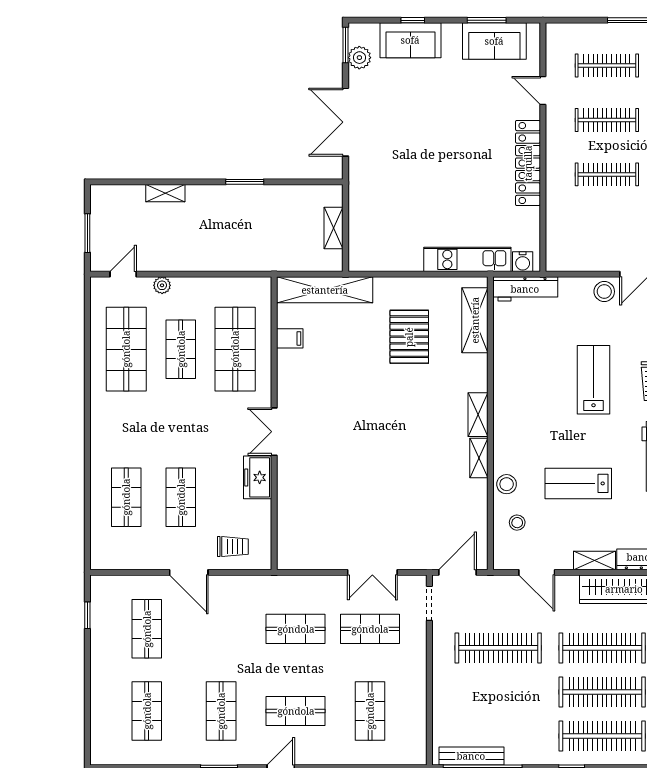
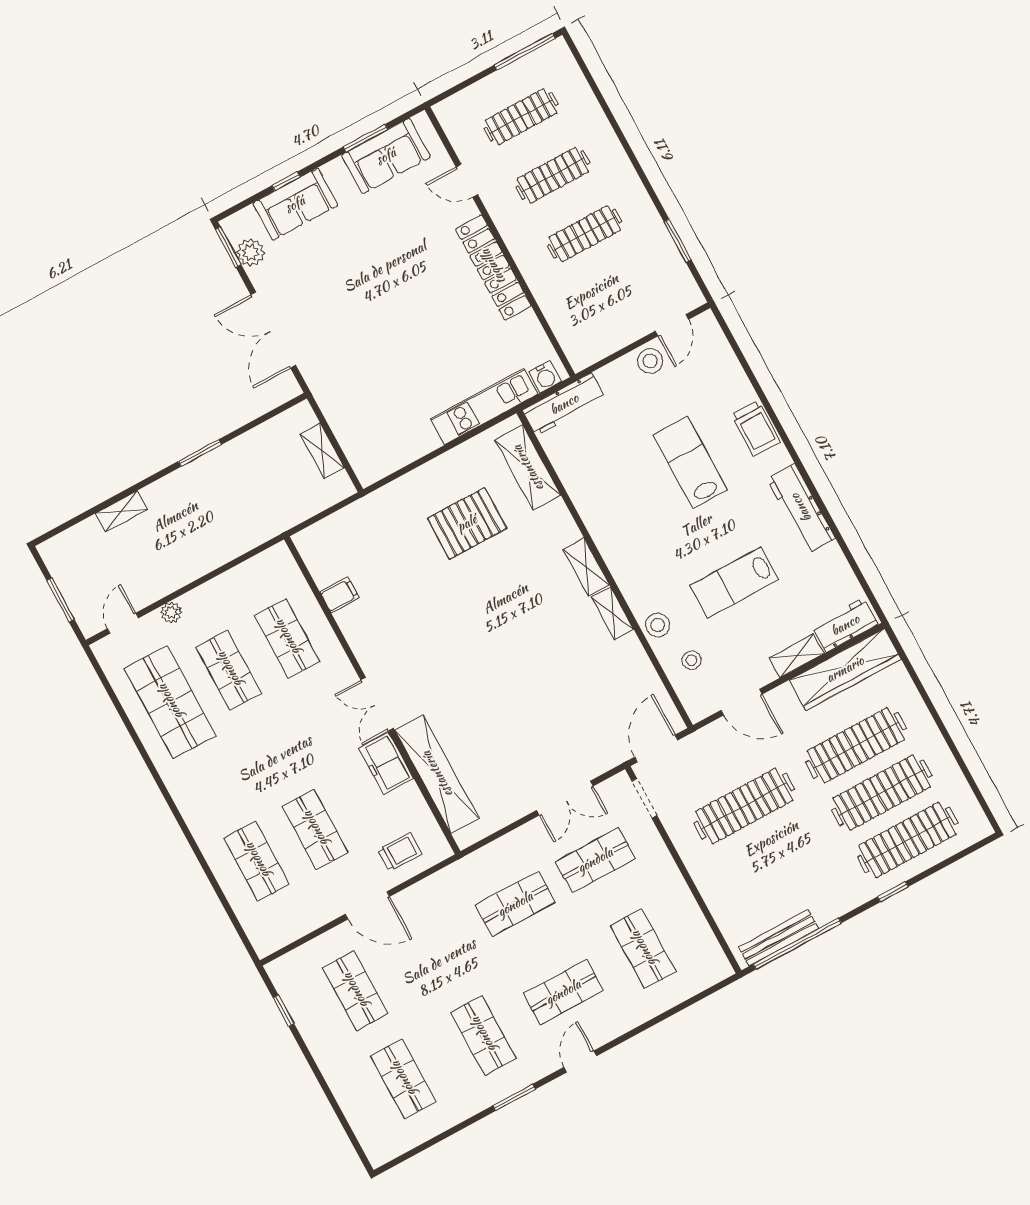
shelving: (325, 290) -> (437, 774), moved, turned 90
pallet: (409, 337) -> (467, 523), turned 90
shop shelf: (235, 349) -> (287, 638), width x0.70, depth x0.74

